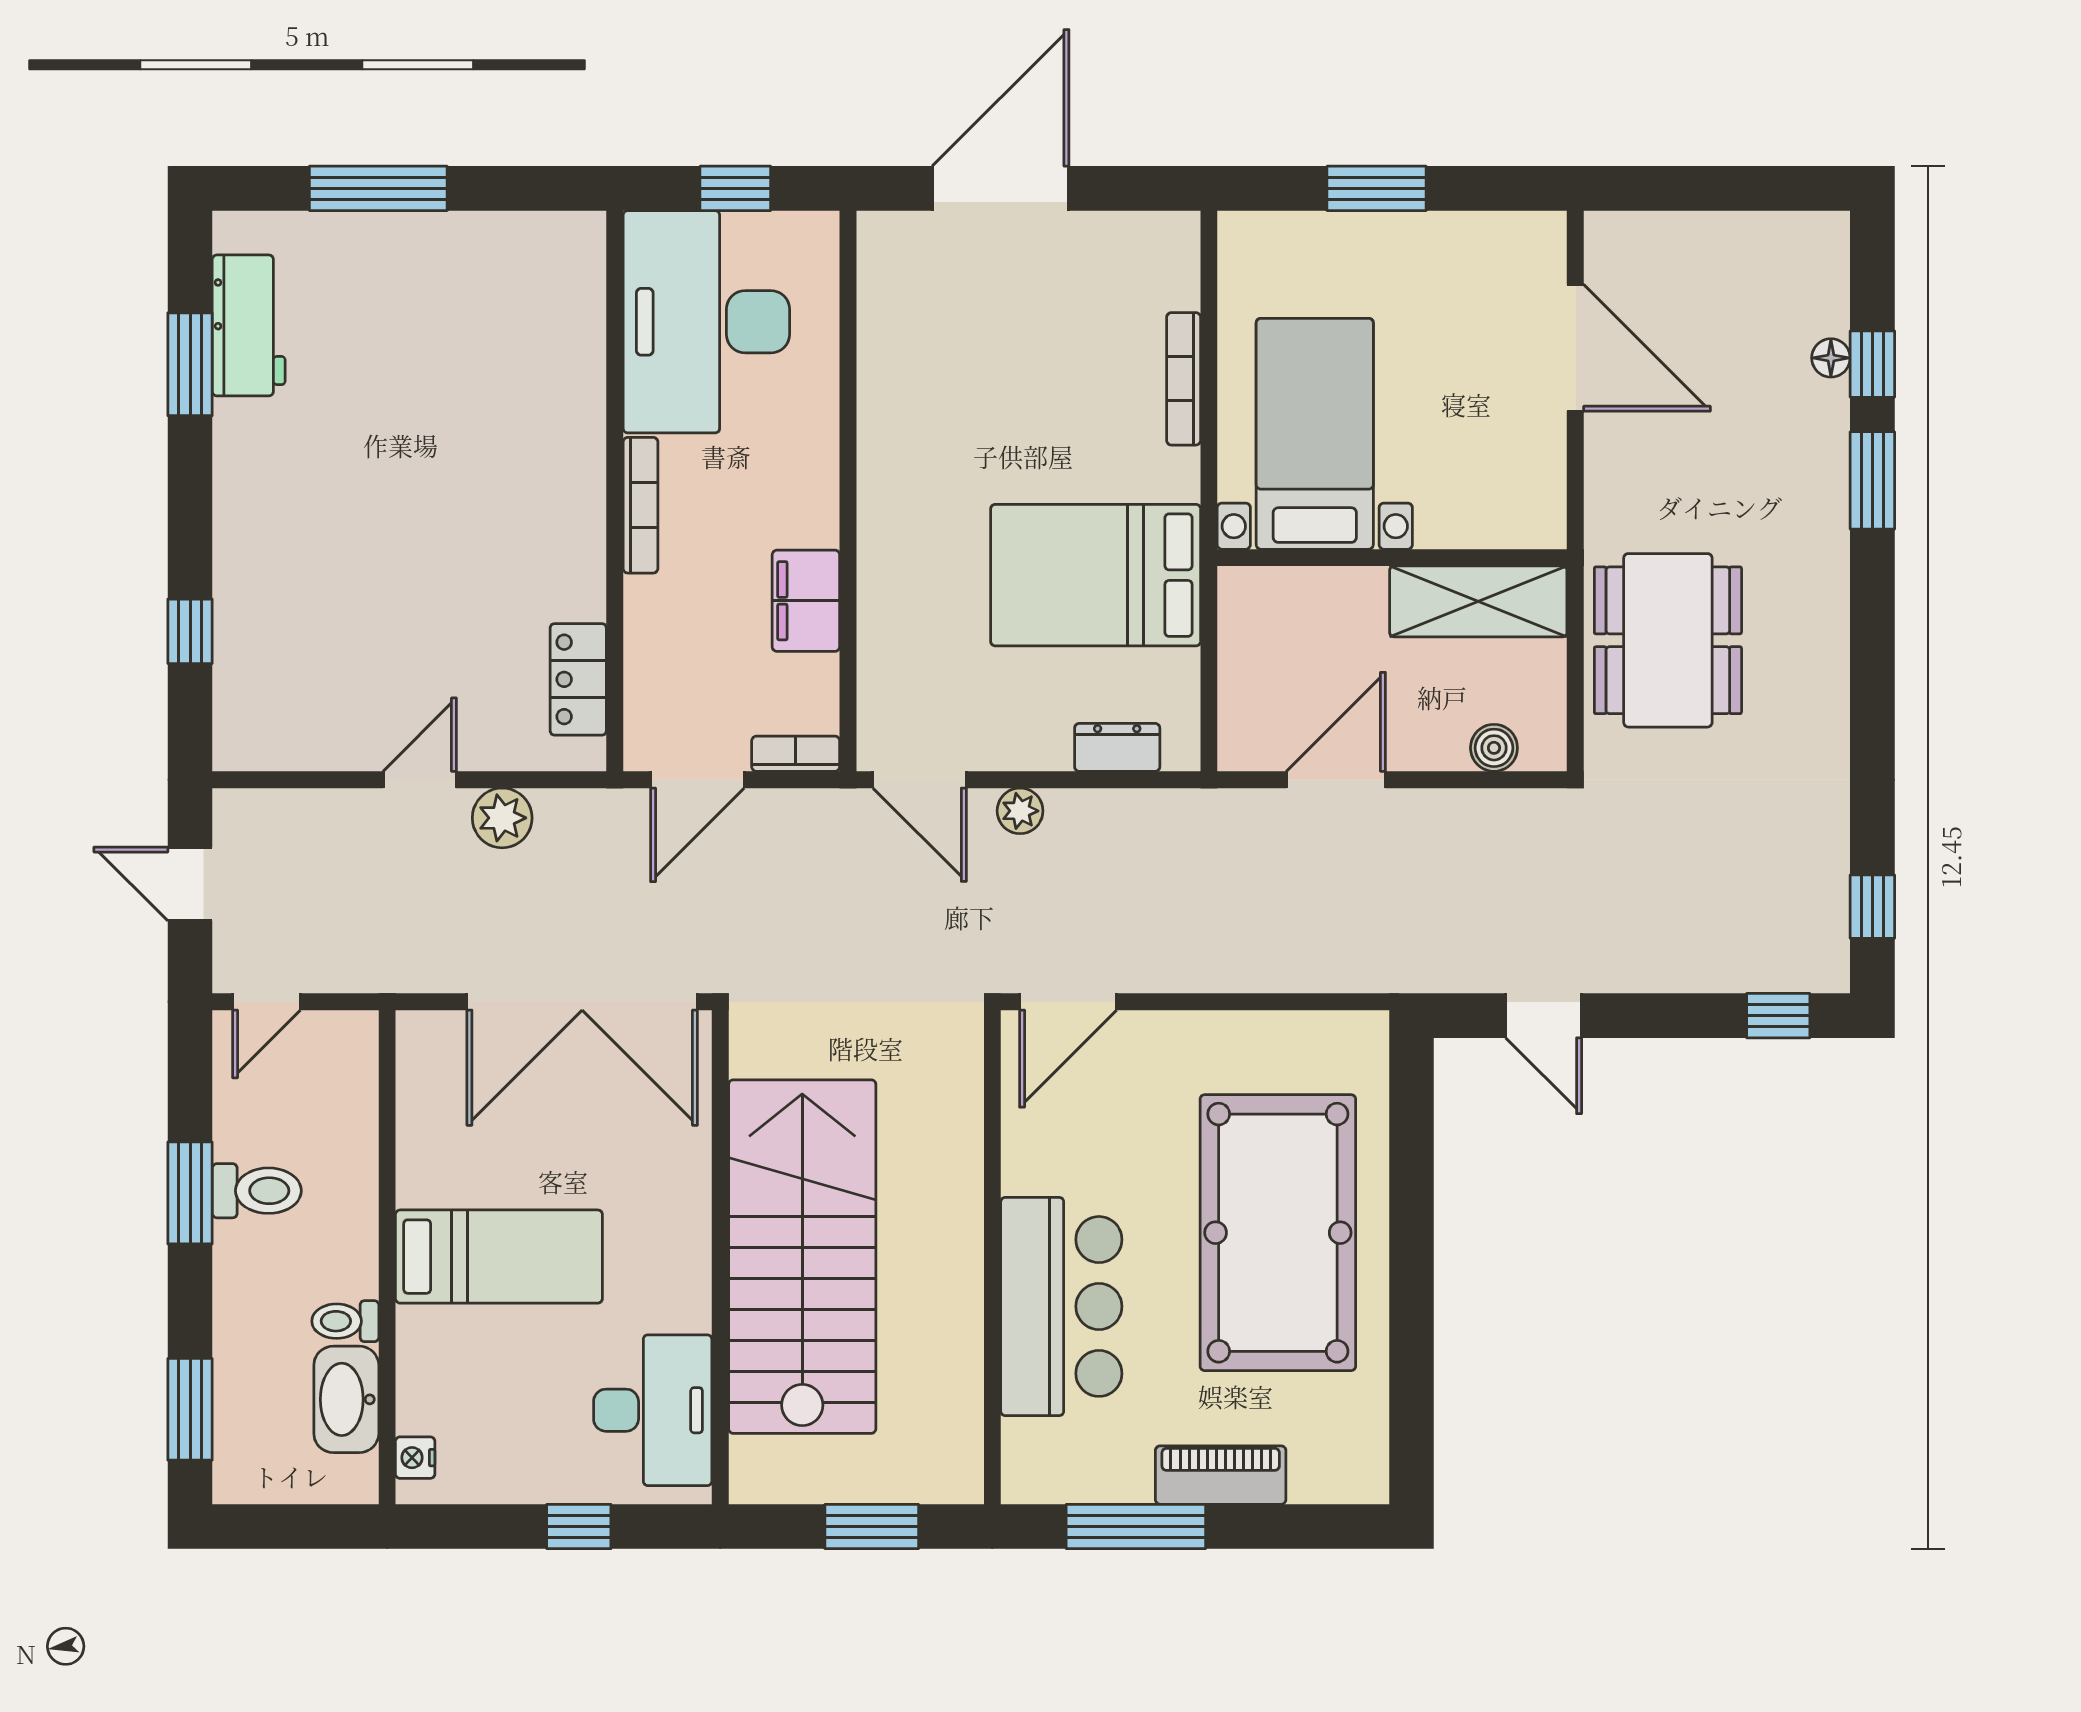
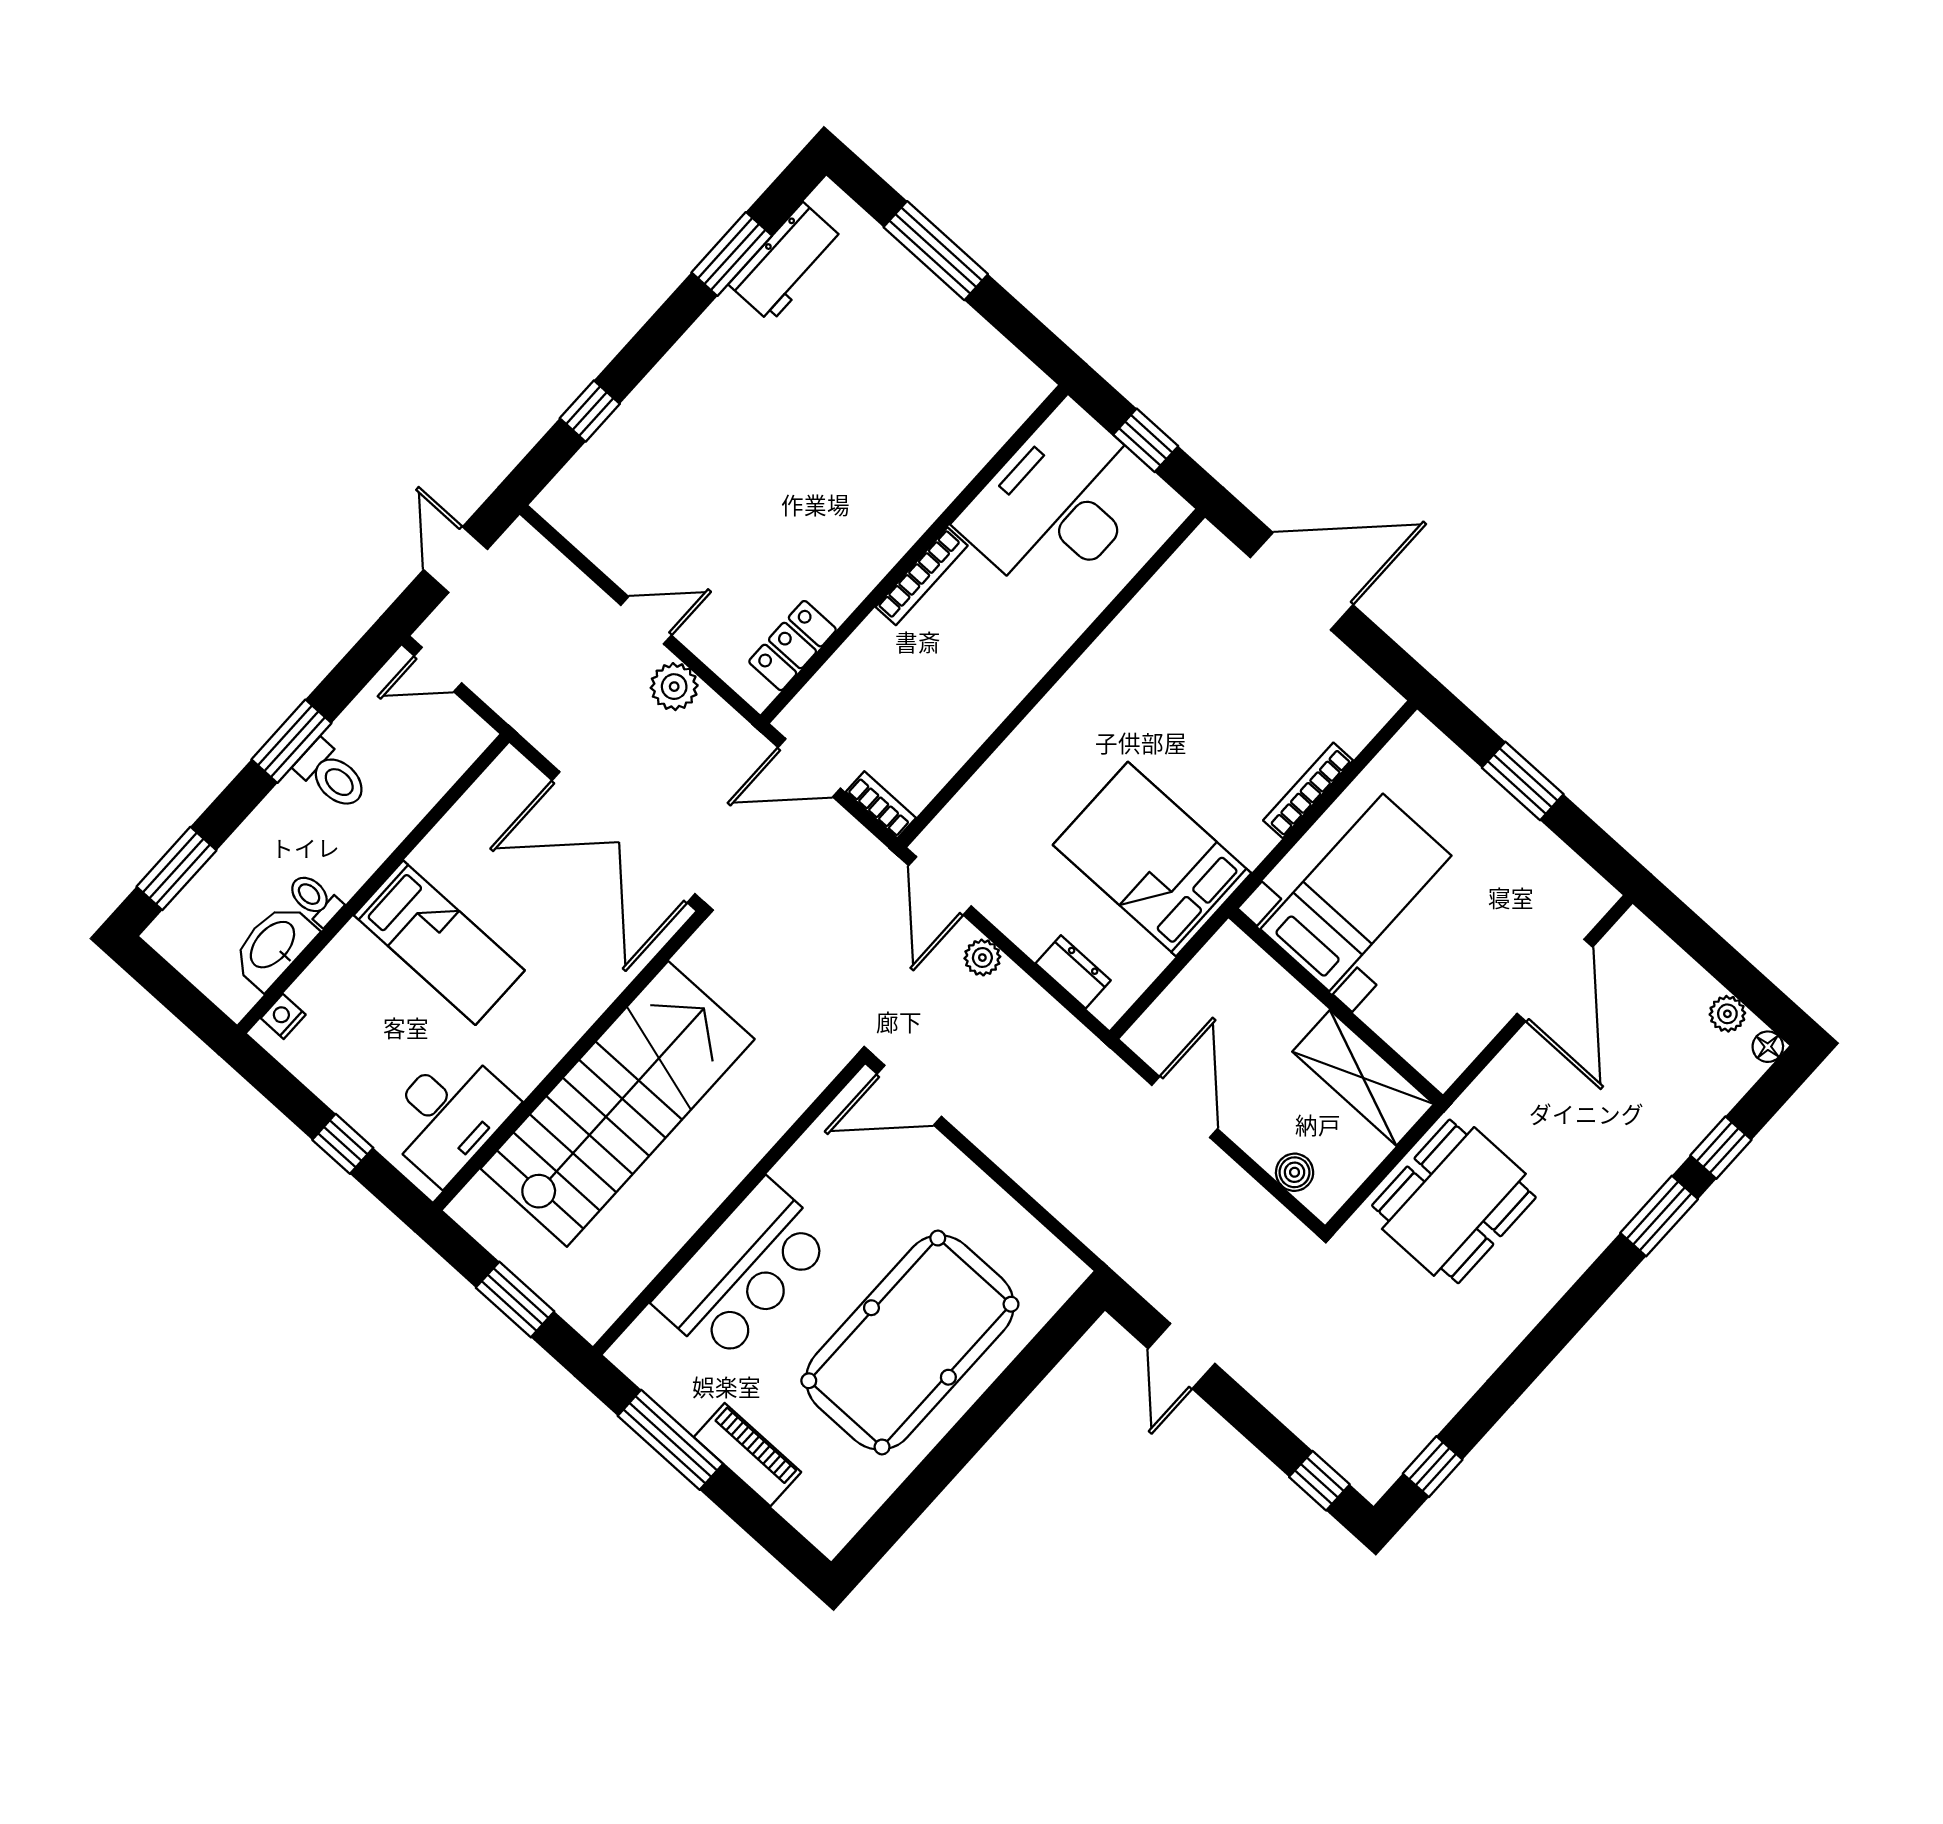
plant: (1765, 233) -> (1727, 1014), added
floor lamp: (1831, 358) -> (1768, 1047), moved
filing cabinet: (806, 601) -> (968, 720), removed
door: (1336, 780) -> (1185, 1107), hinge flipped

